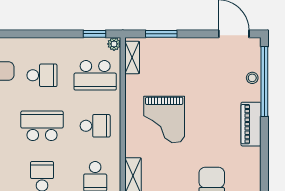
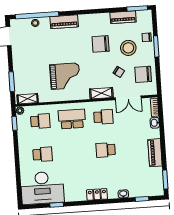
school desk: (42, 75) -> (43, 154), turned 90
school desk: (95, 75) -> (40, 121), width x0.54
school desk: (42, 126) -> (74, 152), removed
school desk: (95, 126) -> (72, 119), width x1.85

